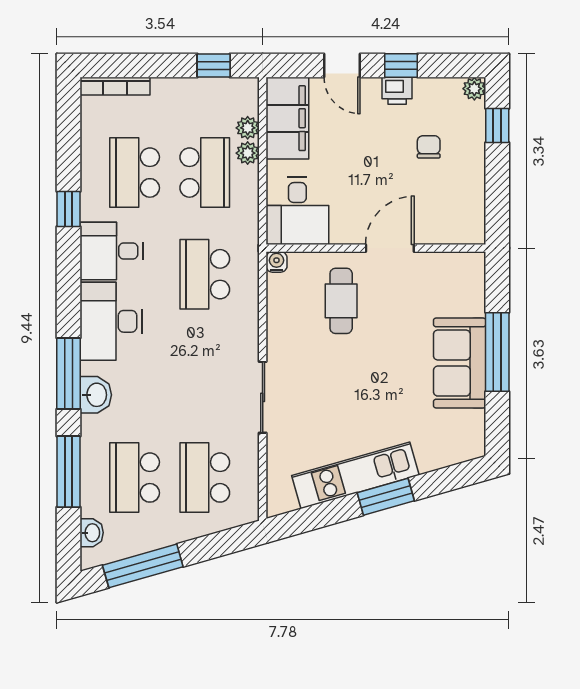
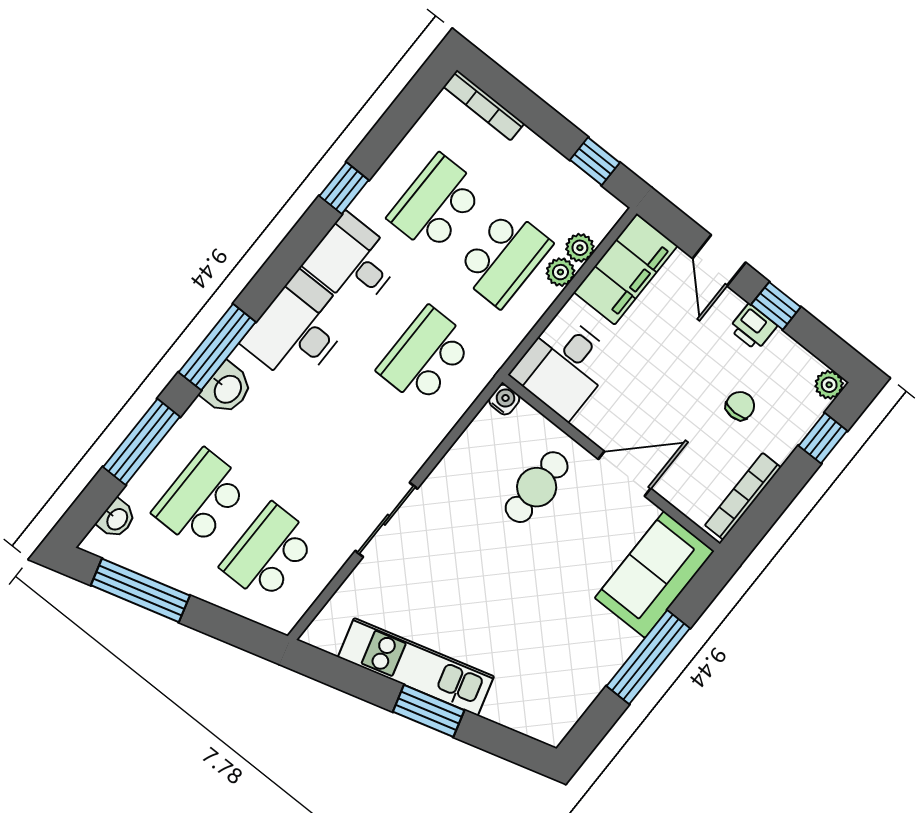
bookcase: (476, 203) -> (743, 496), added
sofa: (460, 363) -> (655, 575), moved

